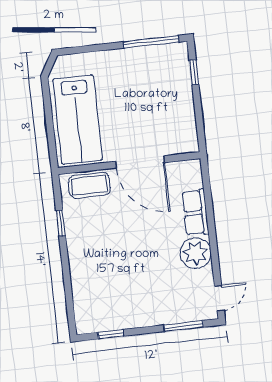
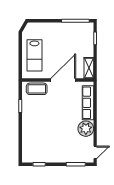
lab bench: (77, 120) -> (34, 55), width x0.73, depth x0.72
shelving: (188, 132) -> (89, 68), added
door: (140, 162) -> (63, 80), swing flipped
row of seats: (195, 213) -> (88, 103), width x1.48

